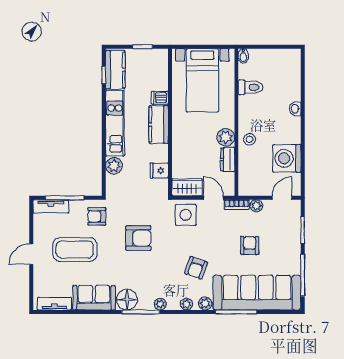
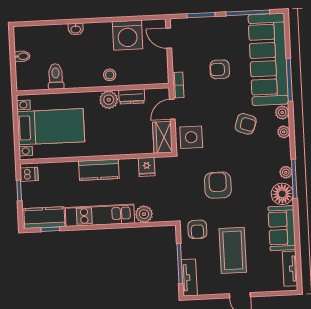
bidet: (243, 56) -> (22, 56), moved
dishwasher: (160, 98) -> (29, 174), moved, turned -90
plant: (256, 206) -> (178, 64), removed
plant: (160, 304) -> (286, 172), moved

